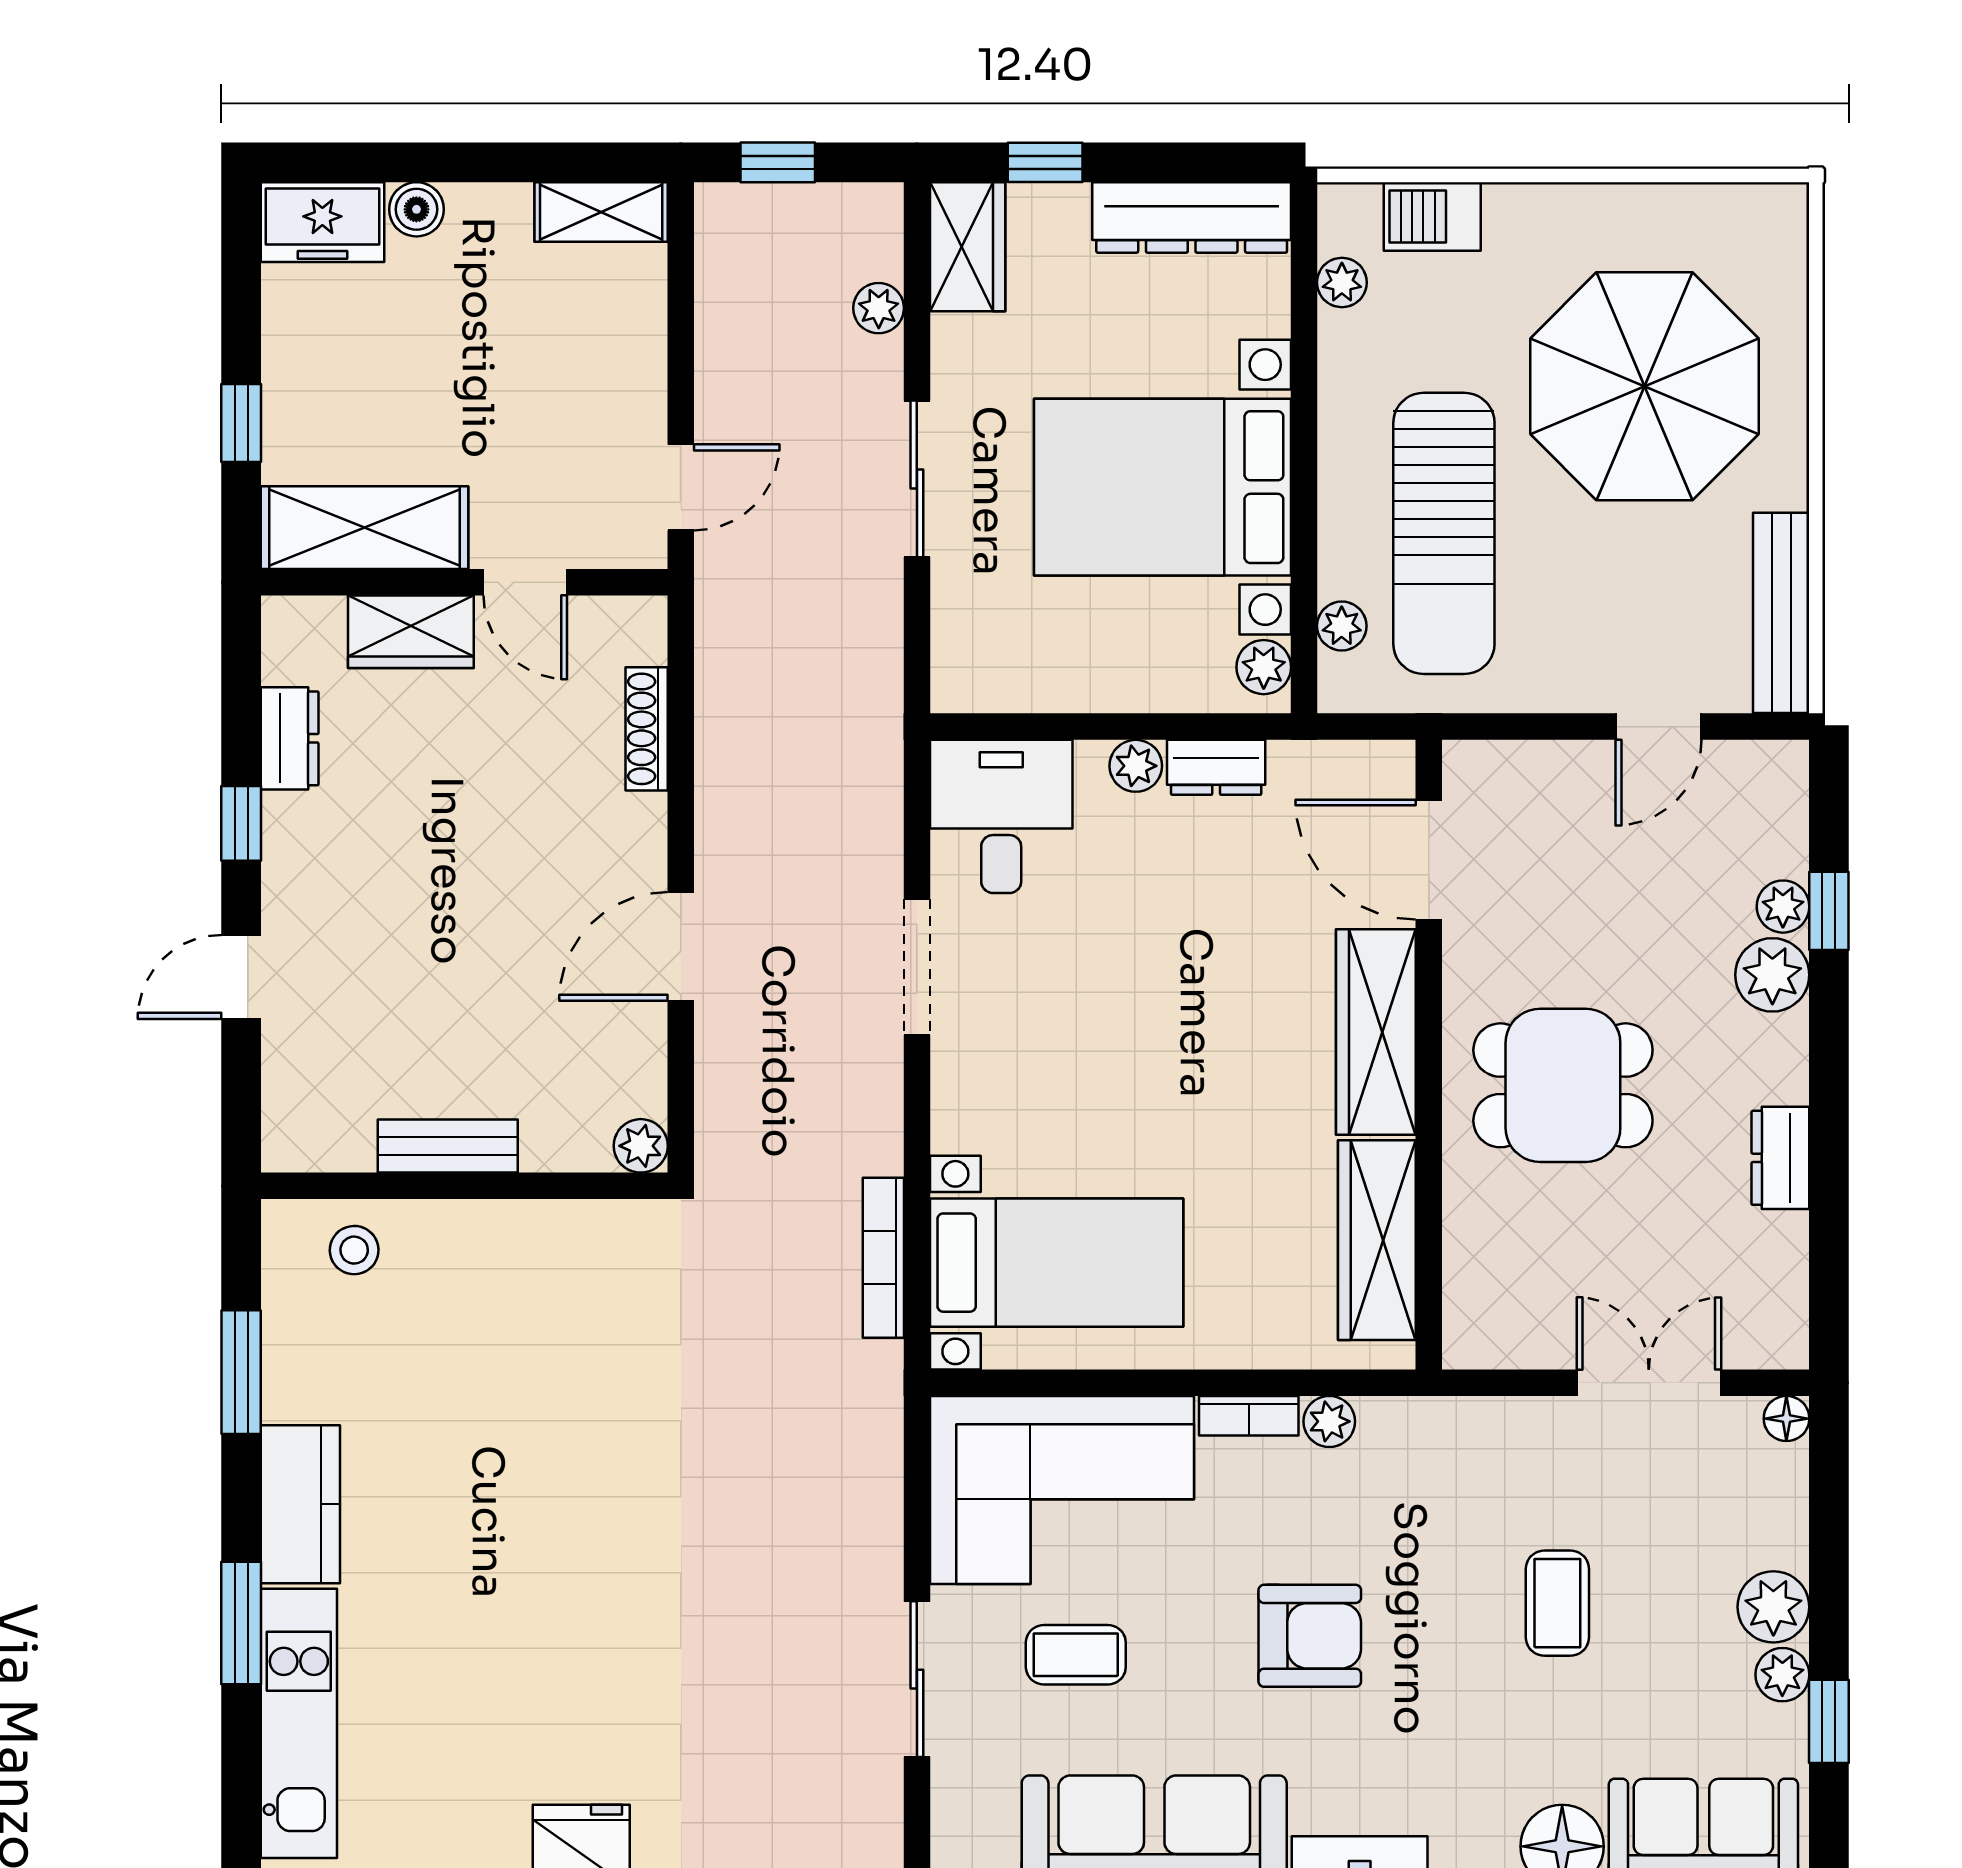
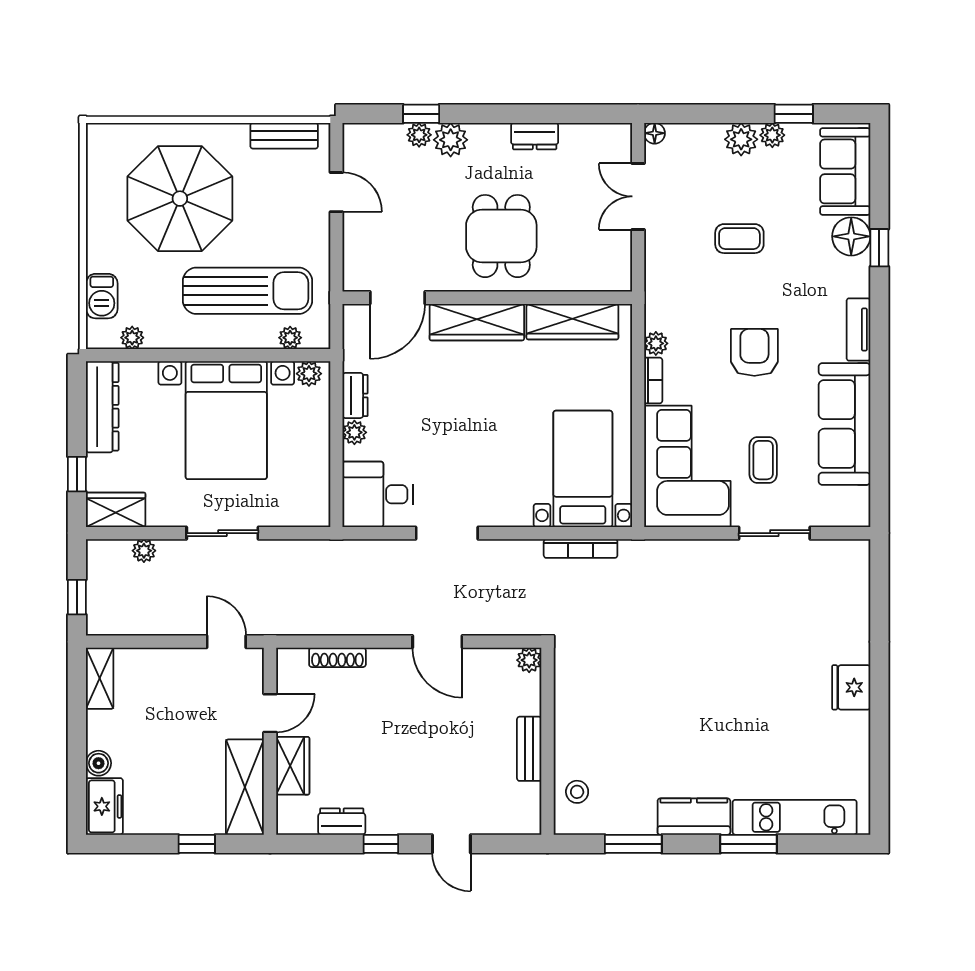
bench: (1781, 613) -> (284, 136), width x0.73

